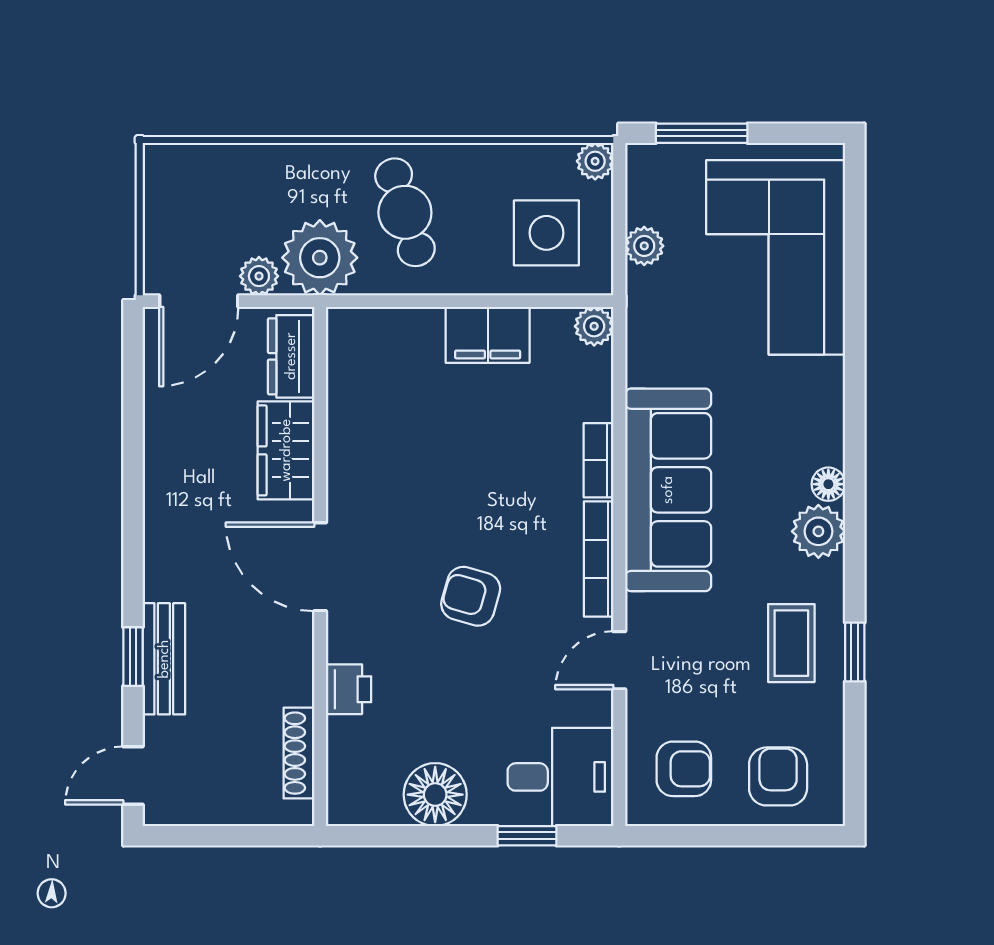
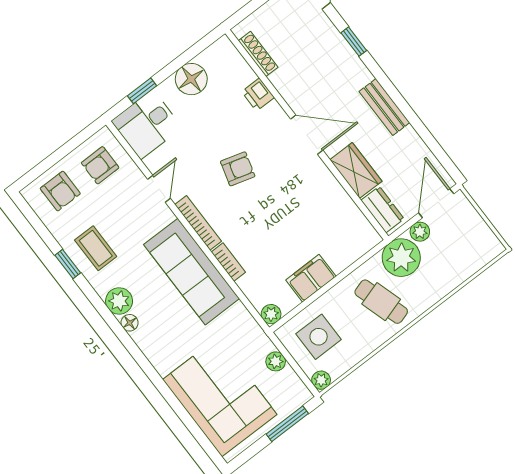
bench: (164, 659) -> (384, 107), moved

